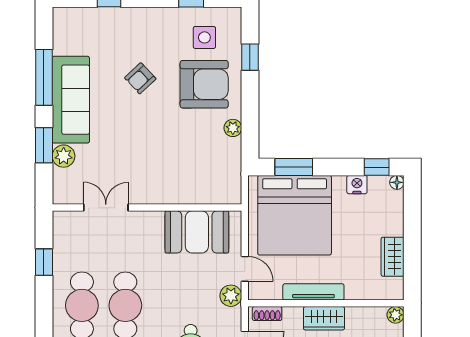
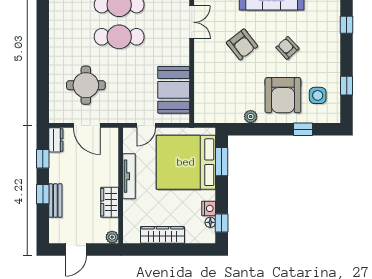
armchair: (136, 140) -> (242, 44), added
floor lamp: (397, 182) -> (210, 222), moved
wardrobe: (393, 257) -> (163, 235), width x1.50
plant: (231, 296) -> (126, 115), removed
shoe rack: (267, 314) -> (113, 142), removed
wardrobe: (324, 318) -> (110, 202), moved

